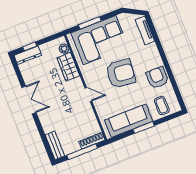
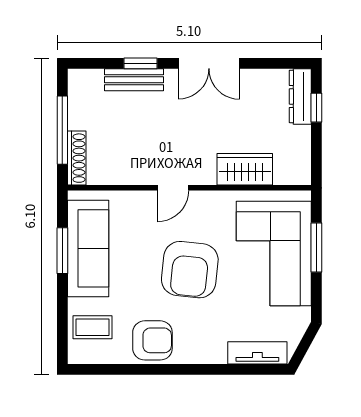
plant: (64, 49) -> (285, 175), removed
window: (144, 128) -> (62, 251), moved
window: (40, 129) -> (141, 63), added
bench: (55, 145) -> (134, 80), moved

